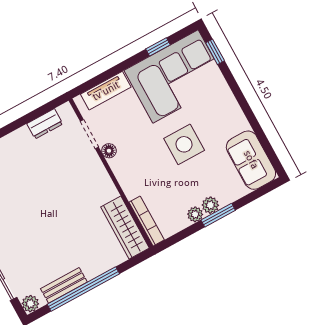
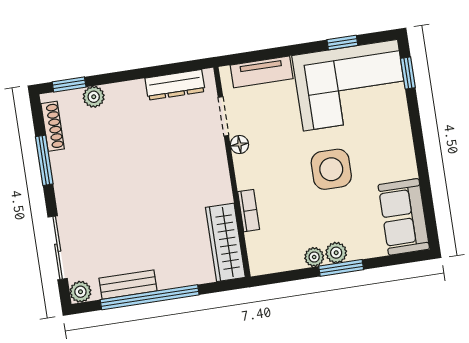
dresser: (45, 124) -> (175, 85), width x1.44
bookcase: (147, 221) -> (249, 211), moved, width x0.64

